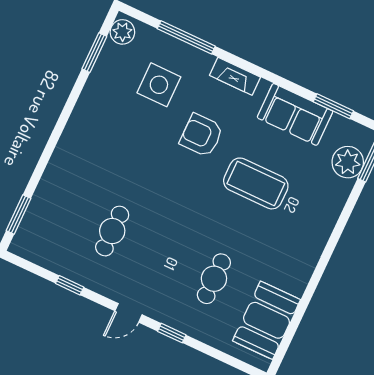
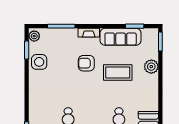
side table: (159, 85) -> (39, 62), moved
sofa: (295, 114) -> (121, 37), width x1.36
plant: (348, 162) -> (151, 67), moved

